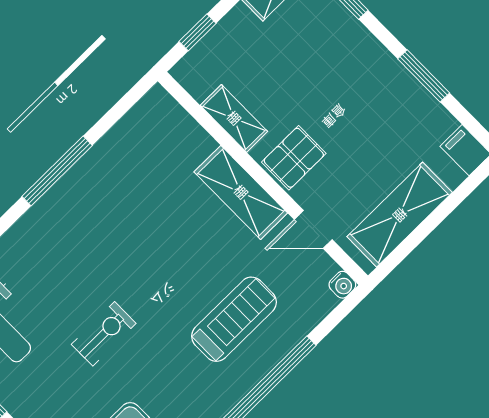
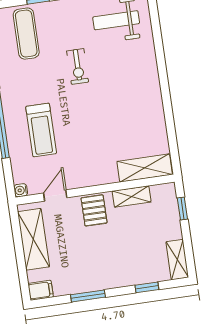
window: (57, 171) -> (166, 99), removed
shelving: (241, 192) -> (145, 168), moved

